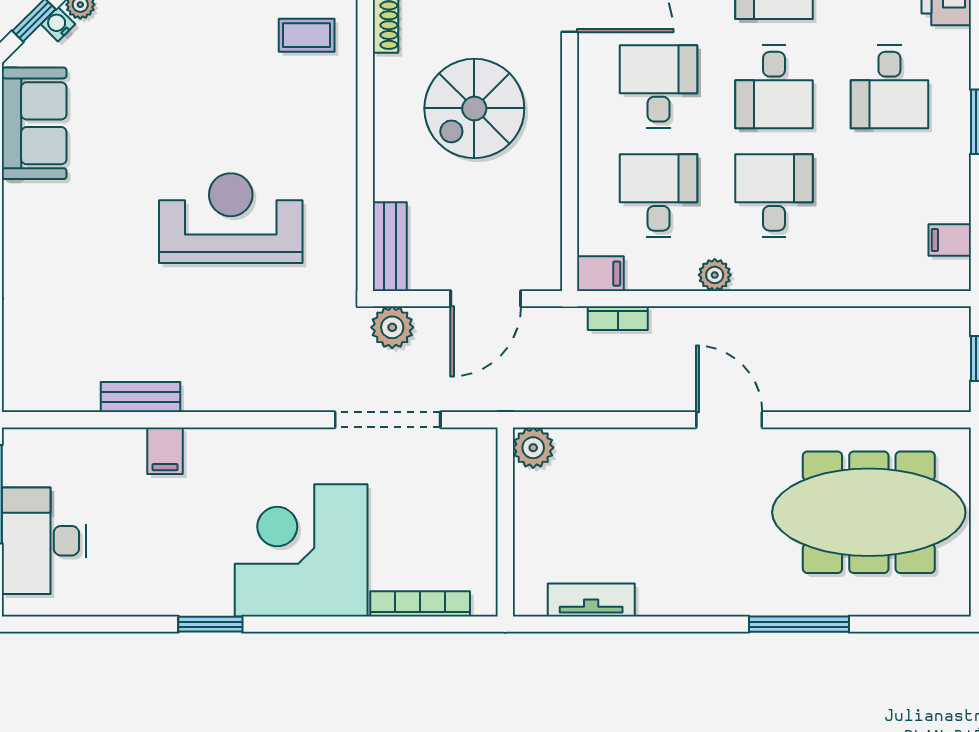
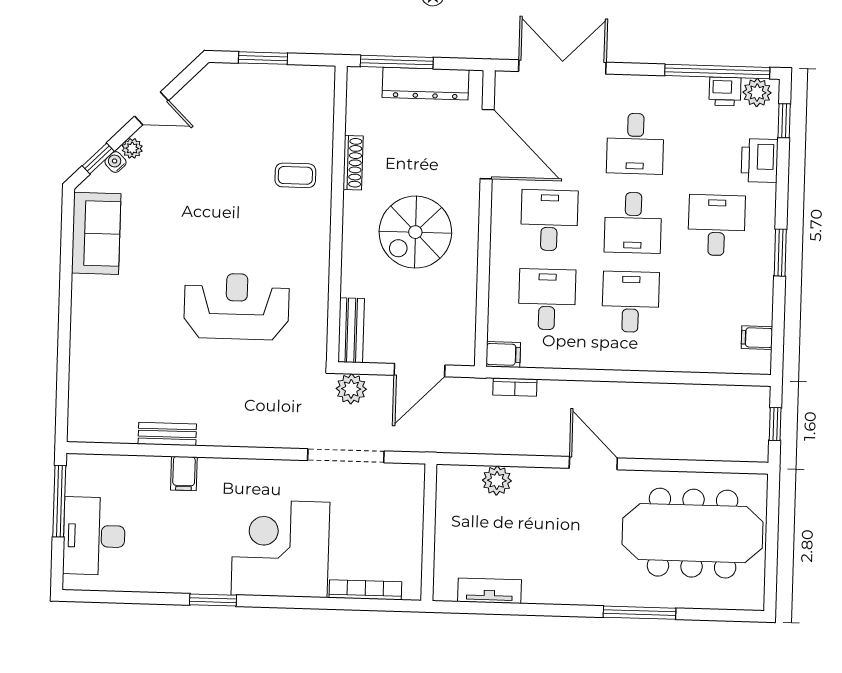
desk: (889, 87) -> (717, 225), turned 180
plant: (715, 275) -> (586, 358), removed
plant: (533, 448) -> (497, 480), moved

